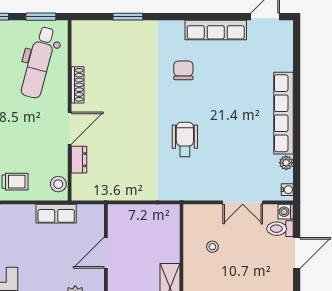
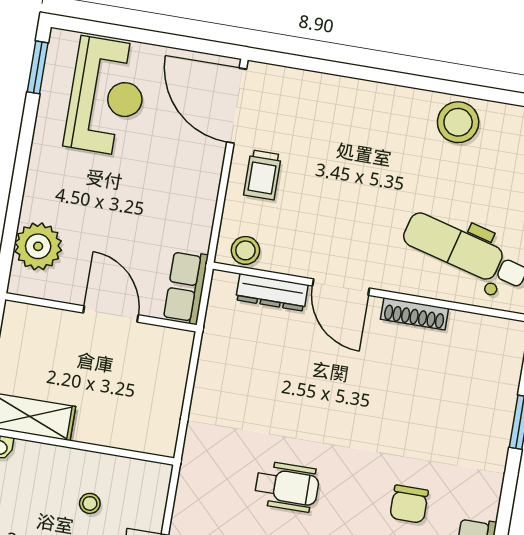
chair: (183, 70) -> (409, 504), turned 90
dresser: (79, 160) -> (272, 292), width x1.44
row of seats: (56, 214) -> (186, 287), moved

